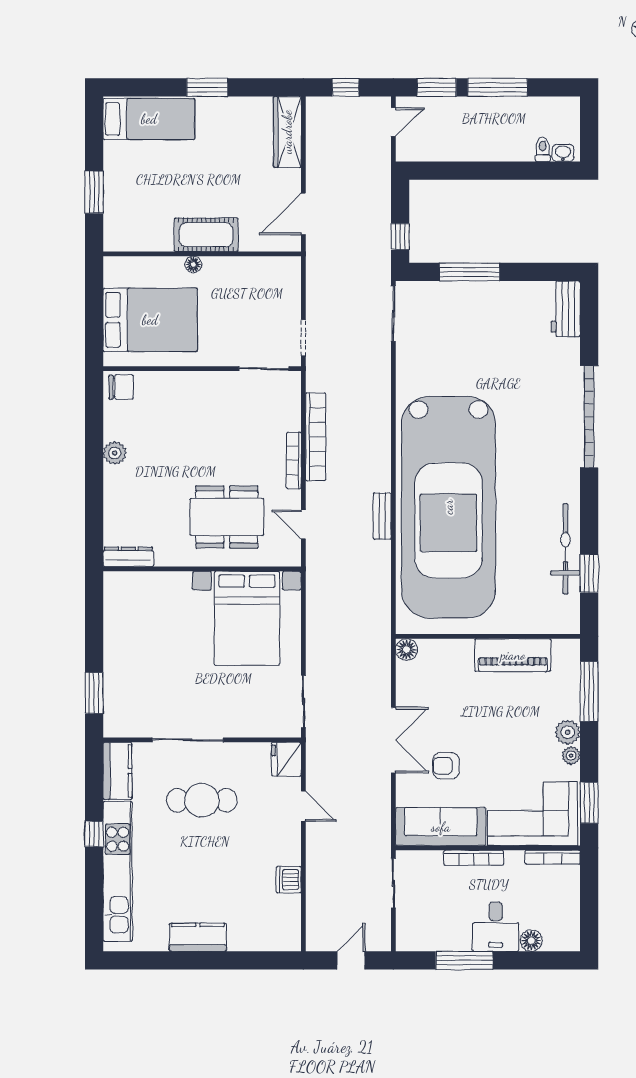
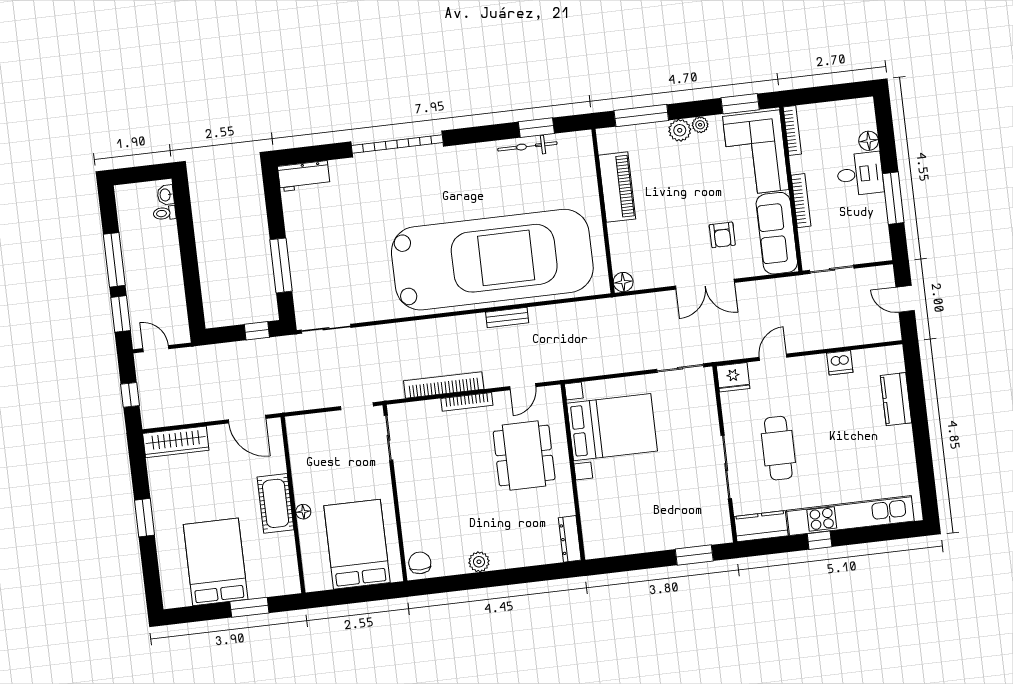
bed: (149, 119) -> (216, 562), moved, width x1.50
bicycle: (565, 549) -> (527, 146), width x0.73, depth x0.71
double door: (393, 740) -> (705, 284), swing flipped
kitchen counter: (198, 937) -> (896, 399), moved

